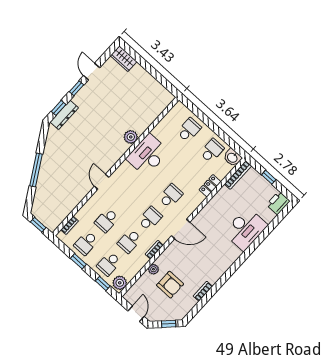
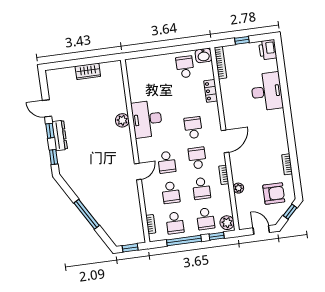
wardrobe: (124, 59) -> (88, 71), moved
dresser: (64, 115) -> (60, 135), moved
school desk: (189, 130) -> (167, 162), moved, turned 180
door: (102, 182) -> (138, 171), swing flipped
window: (78, 261) -> (184, 241), width x2.17
armchair: (170, 285) -> (274, 194), moved

